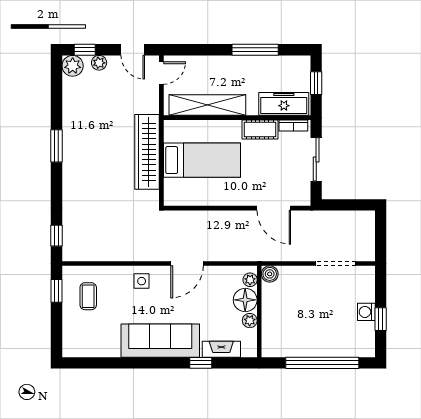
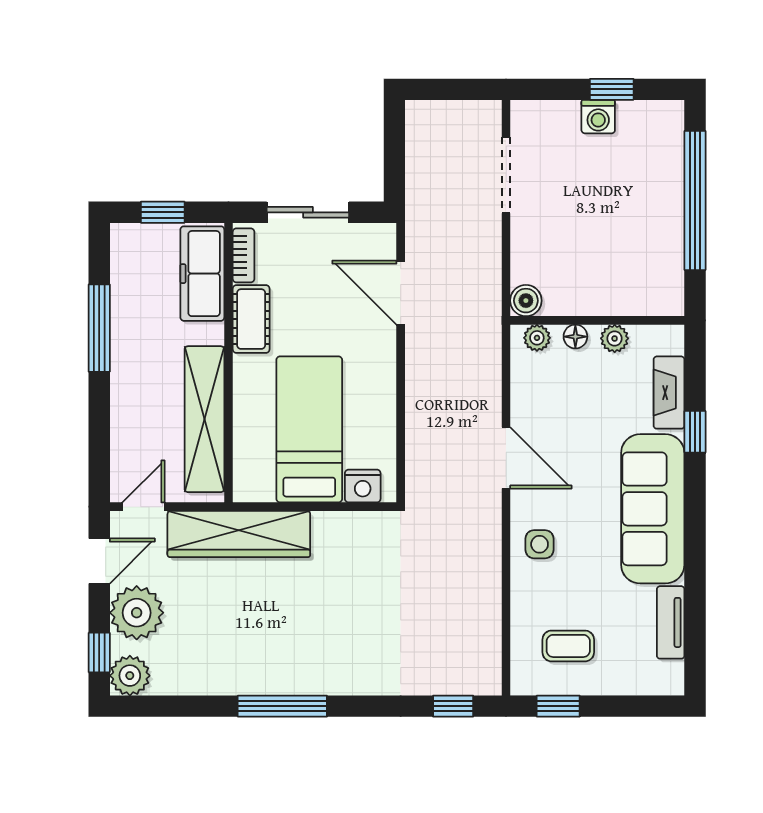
plant: (99, 63) -> (137, 613), width x1.88, depth x1.88
door: (161, 73) -> (143, 507), hinge flipped
window: (57, 146) -> (282, 706), width x1.44
wardrobe: (147, 152) -> (239, 534), moved
nightstand: (172, 188) -> (363, 486), added
door: (274, 208) -> (401, 293), swing flipped
floor lamp: (245, 300) -> (575, 337), width x0.53, depth x0.53
tv unit: (101, 350) -> (671, 622), added

